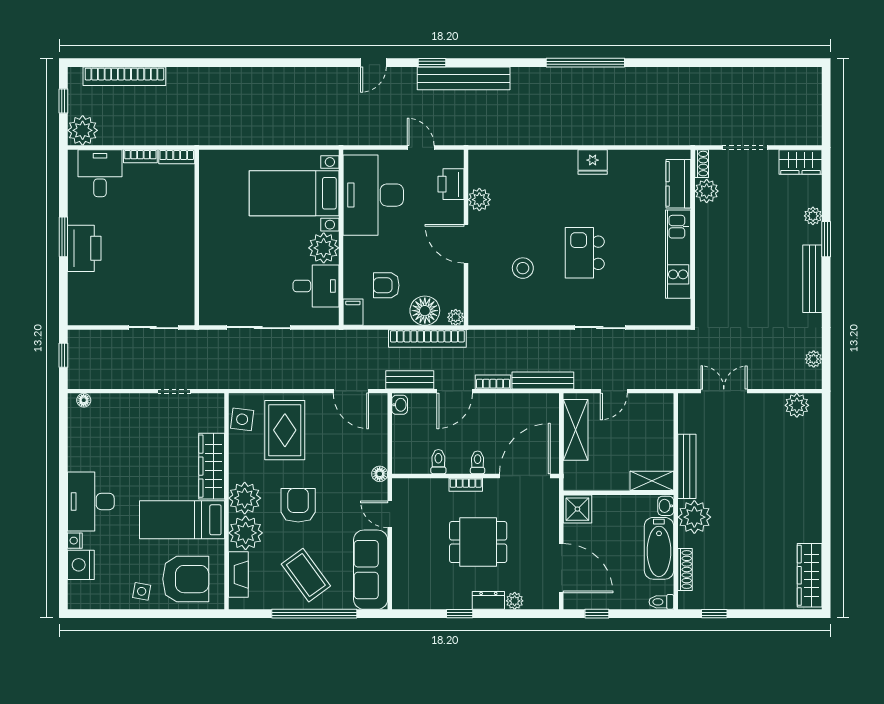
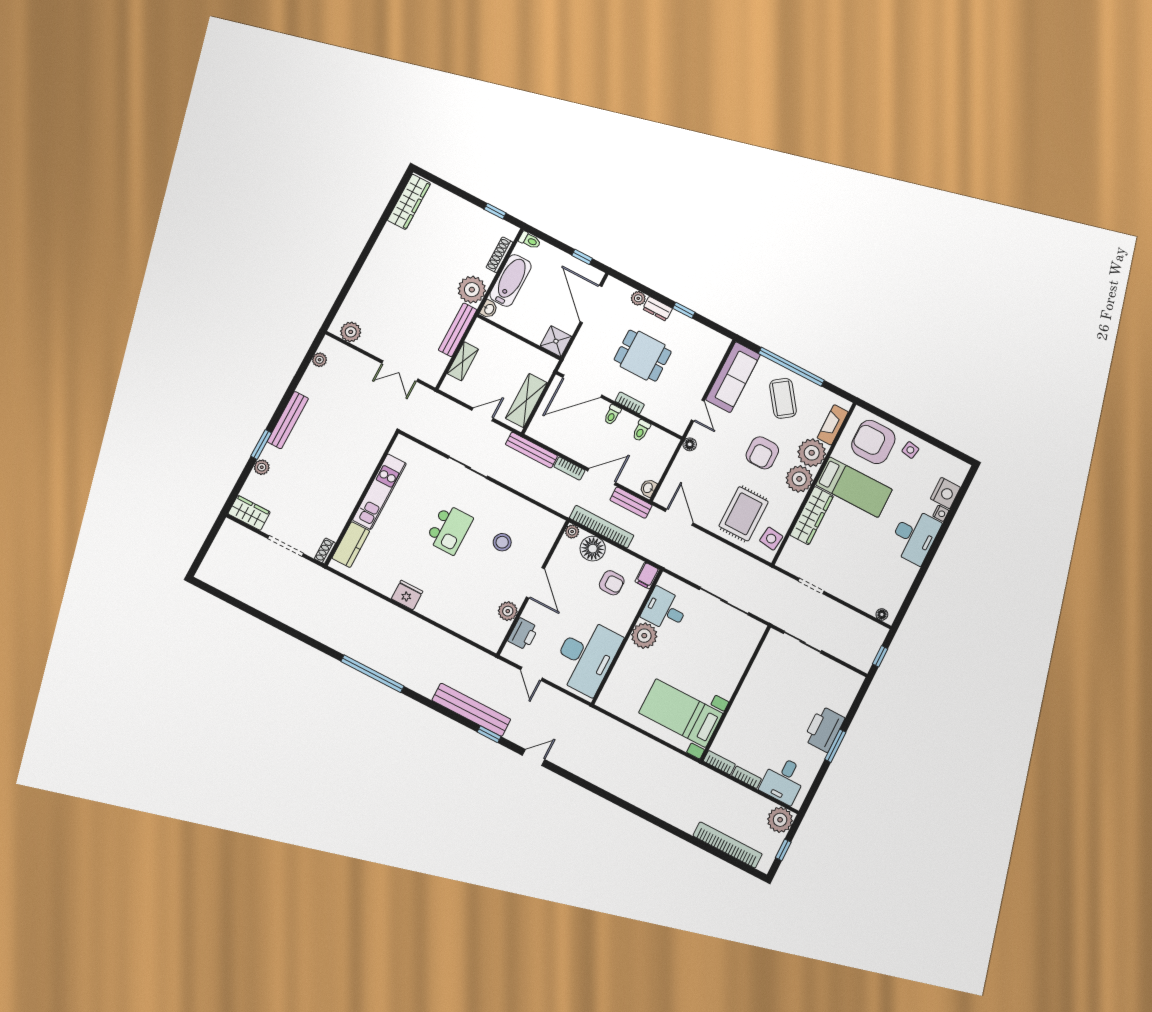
plant: (707, 191) -> (332, 528), removed
bed with nightstands: (294, 193) -> (681, 713), moved, turned 180
shelving: (652, 481) -> (463, 361), moved, turned 90

